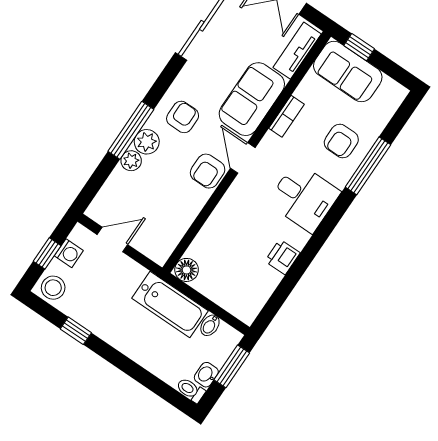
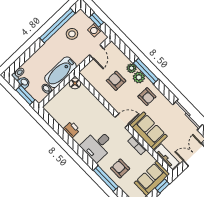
armchair: (208, 171) -> (116, 81), moved
stool: (53, 288) -> (72, 34), moved
window: (76, 331) -> (57, 26), width x3.17

